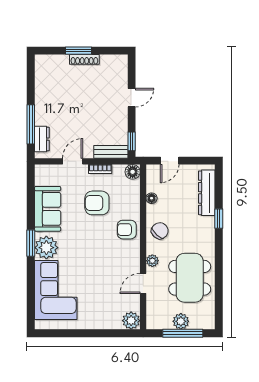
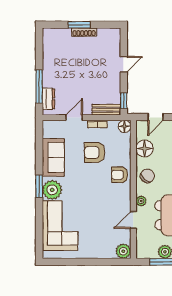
floor lamp: (152, 198) -> (144, 148), width x1.89, depth x1.89

